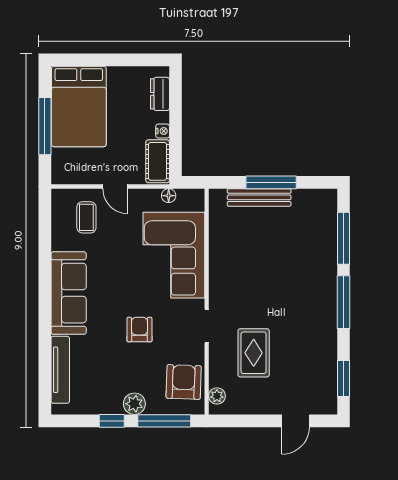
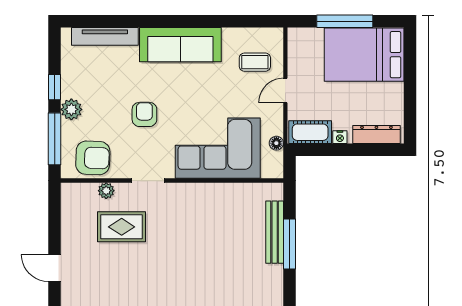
dresser: (160, 94) -> (376, 135), width x1.44
armchair: (139, 330) -> (144, 114), turned -90
plant: (217, 396) -> (106, 191), moved

